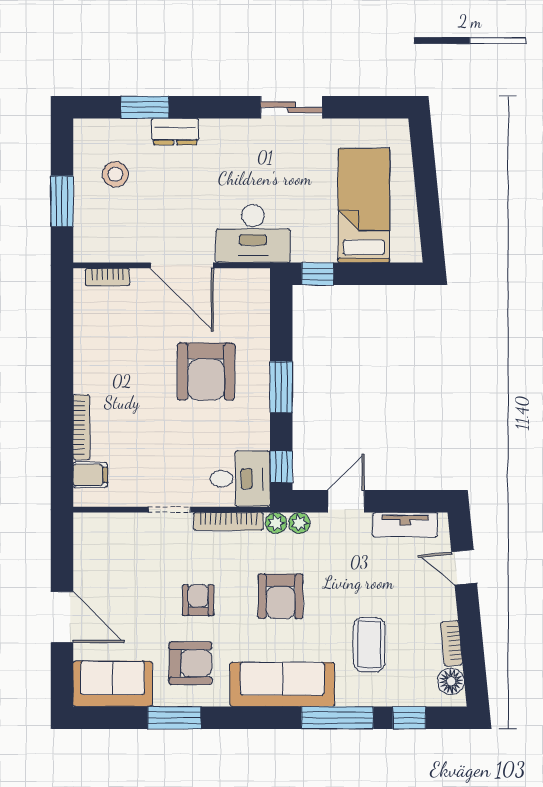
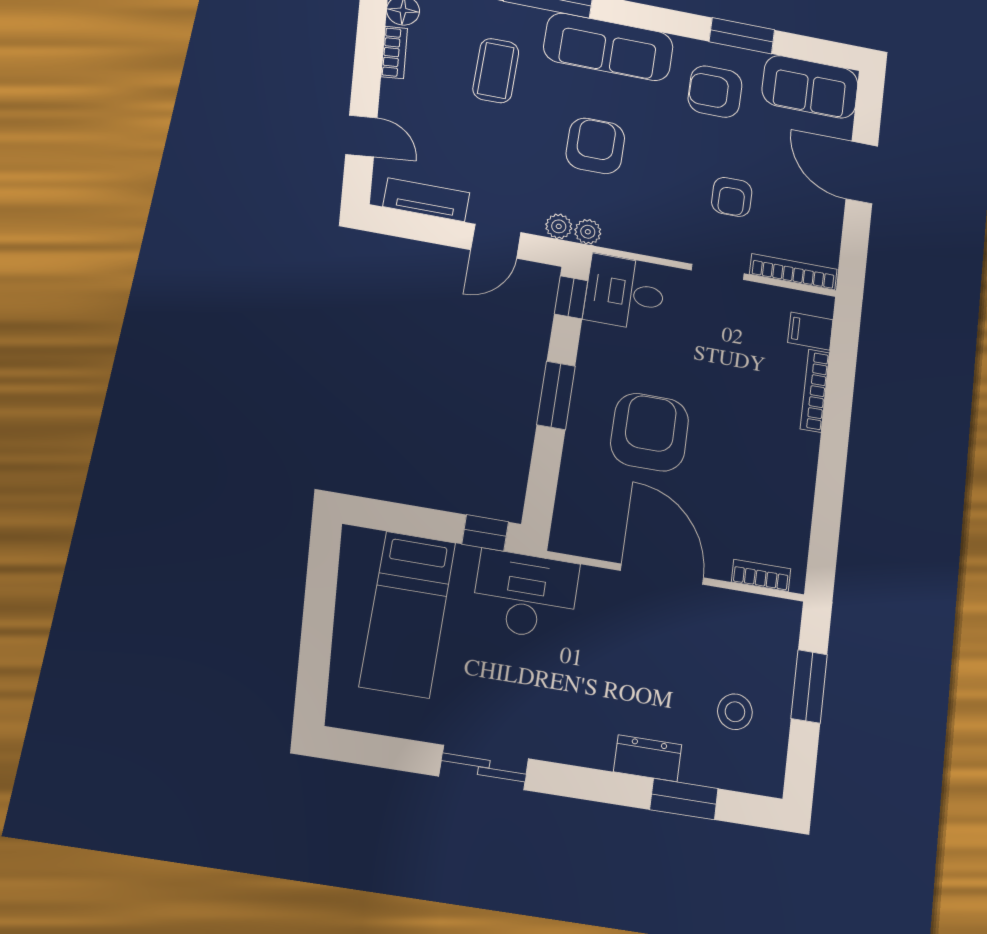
desk: (253, 233) -> (525, 595), moved
bookcase: (228, 521) -> (793, 272), moved
armchair: (198, 600) -> (732, 197), moved

